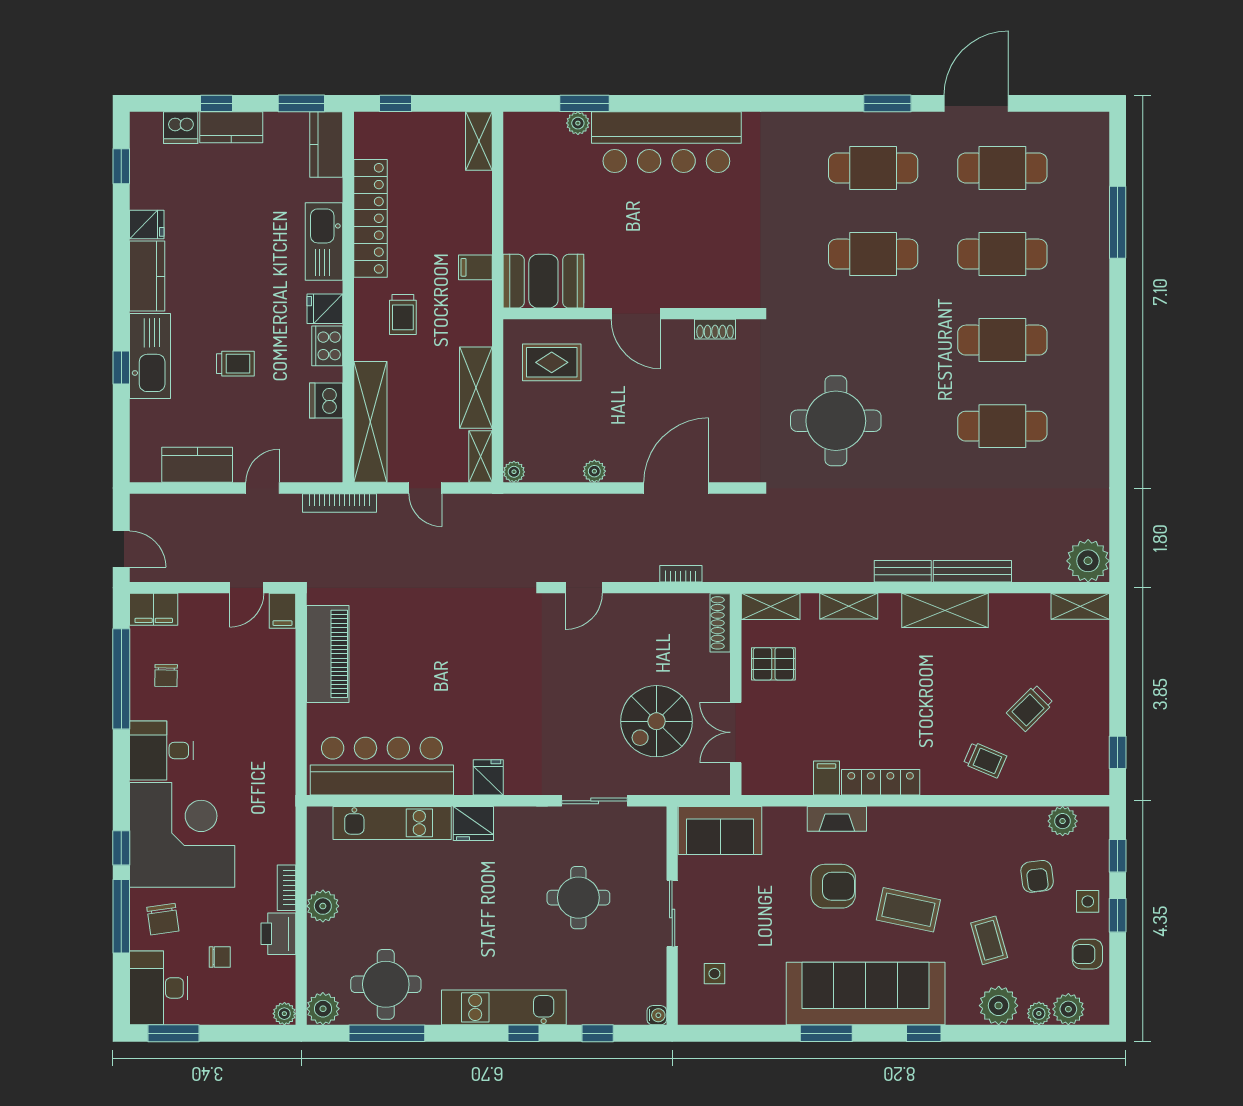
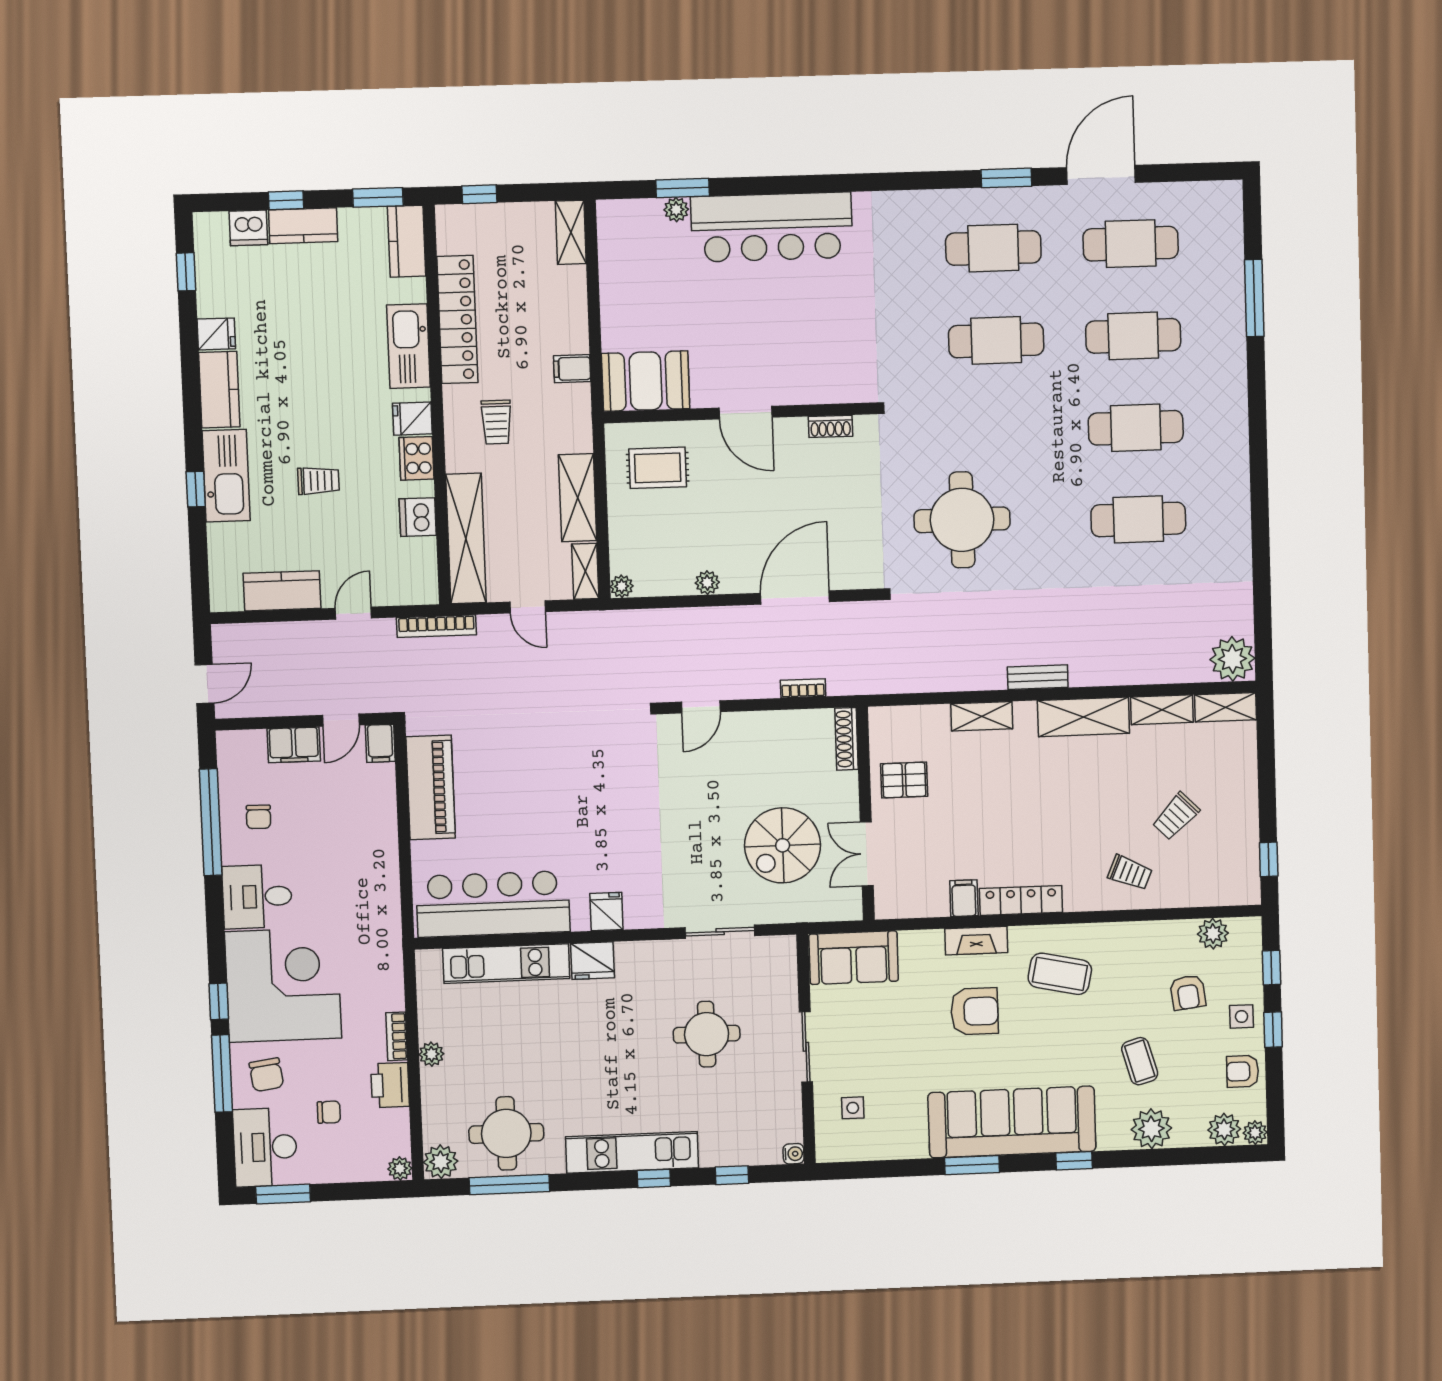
door: (121, 549) -> (204, 684), hinge flipped
bench: (972, 571) -> (1111, 674), removed
shelving: (771, 606) -> (1162, 710), moved
filing cabinet: (154, 609) -> (294, 745), moved
plant: (323, 906) -> (431, 1054), width x0.73, depth x0.73
coffee table: (908, 910) -> (1060, 974), moved
plant: (1039, 1013) -> (1255, 1133), moved

